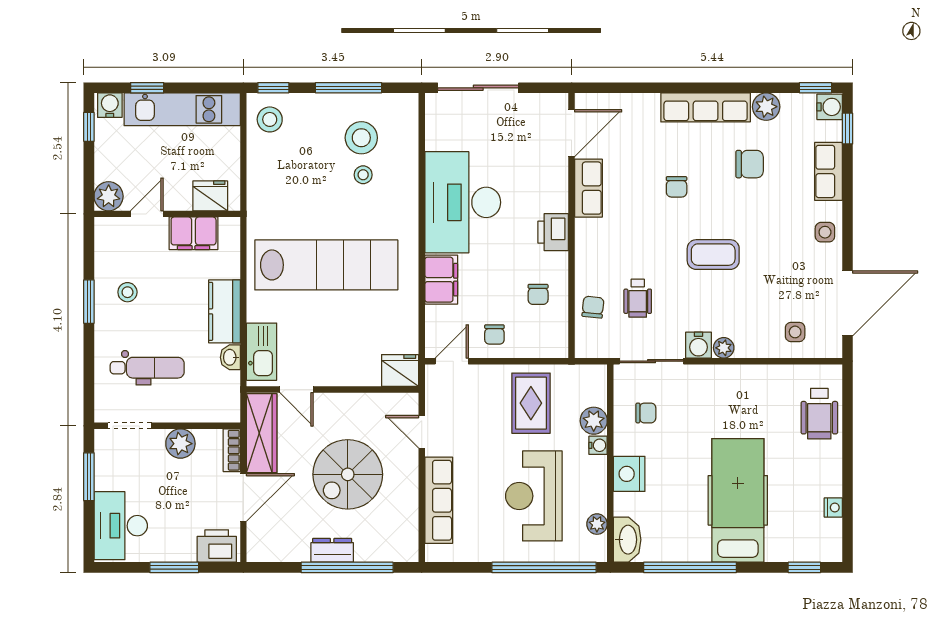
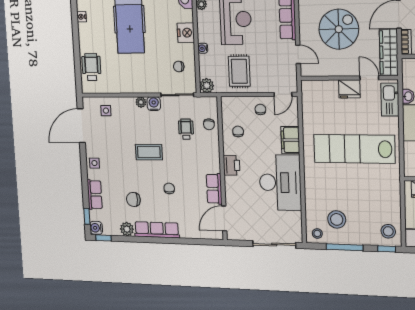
stool: (363, 175) -> (317, 233), moved
fridge: (400, 371) -> (349, 89), moved
plant: (594, 421) -> (207, 86), moved

